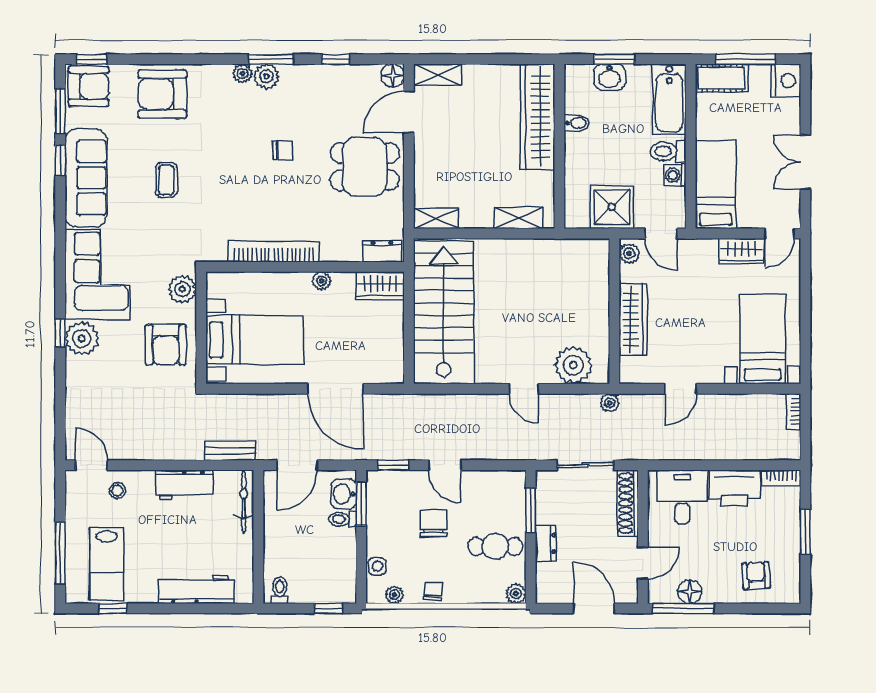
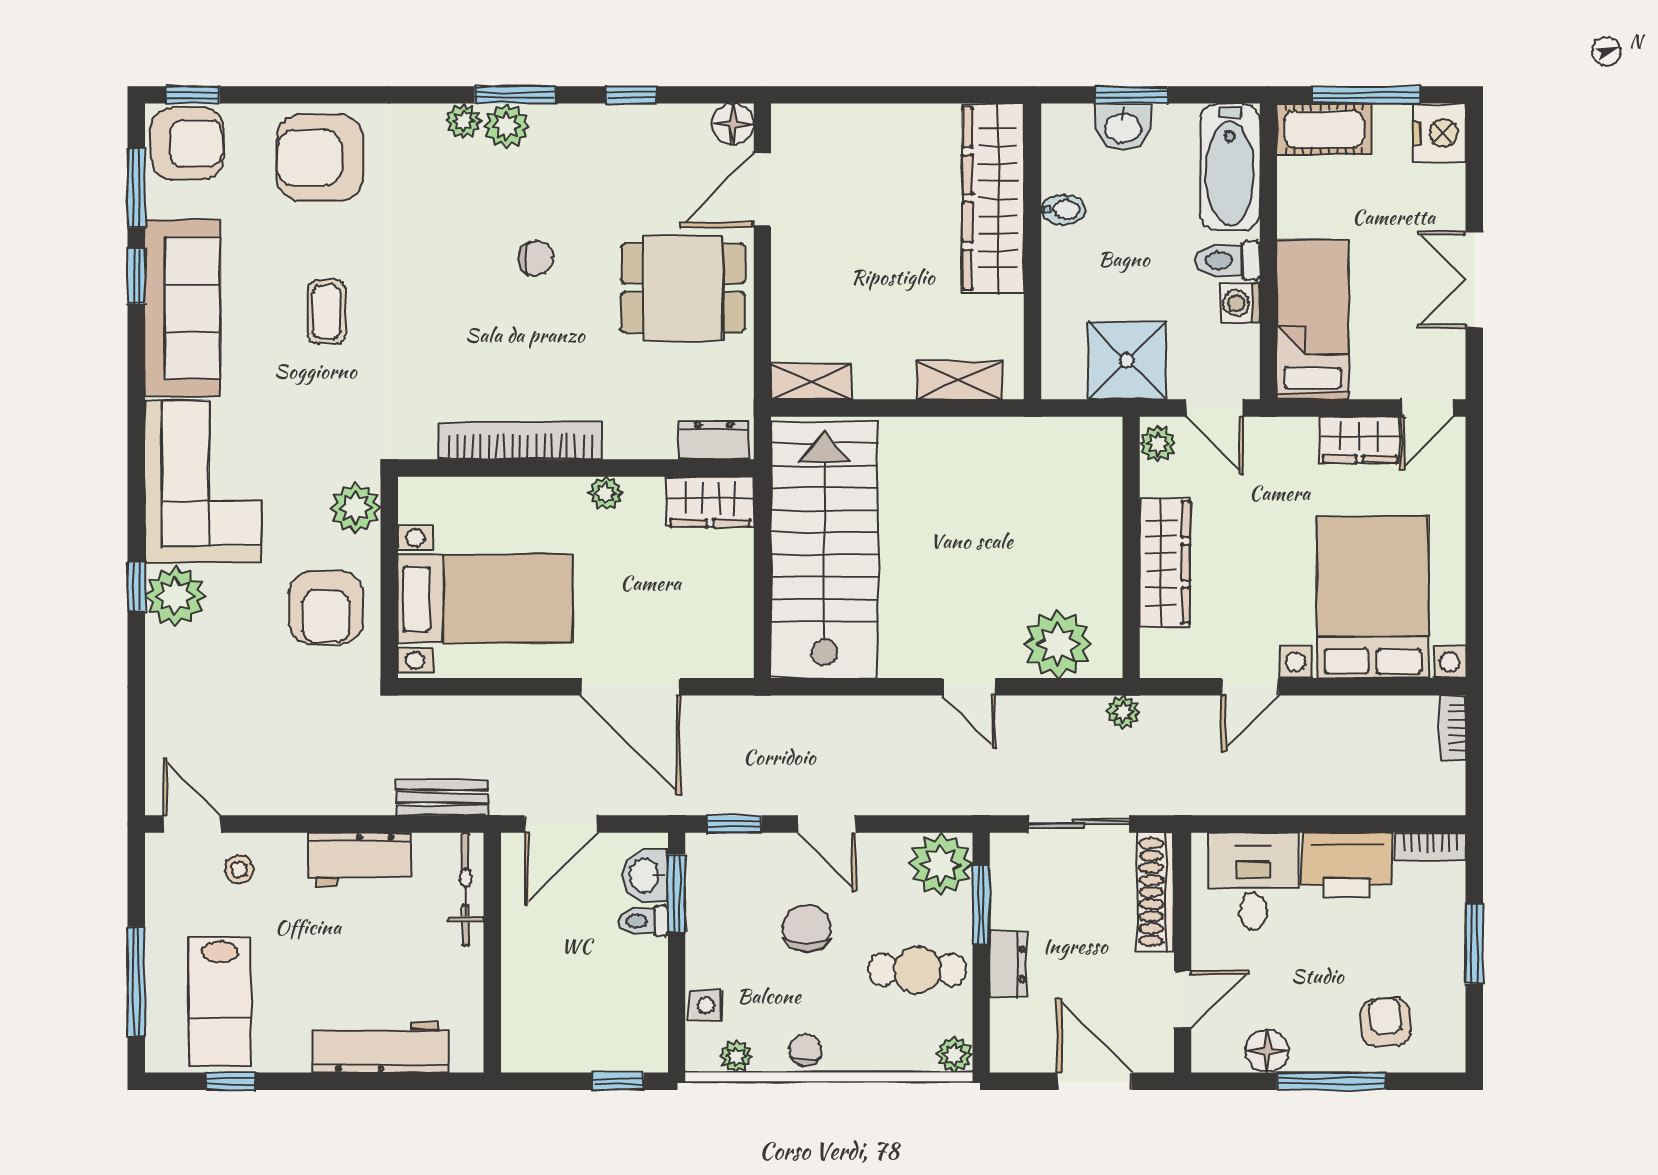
shelving: (437, 75) -> (814, 123), removed
bed with nightstands: (763, 339) -> (1373, 597), width x1.36
plant: (508, 488) -> (941, 864), added
toilet: (280, 590) -> (530, 1049), removed
window: (684, 608) -> (1331, 1081), moved

